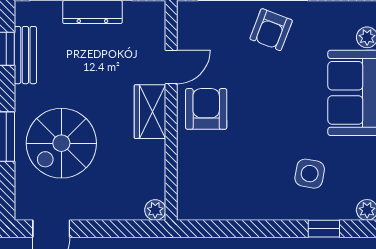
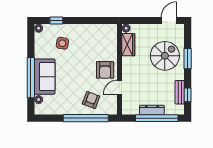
armchair: (271, 30) -> (91, 100), moved
wardrobe: (150, 112) -> (128, 45), moved

